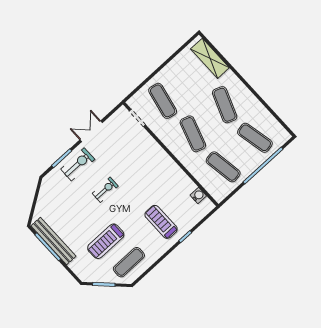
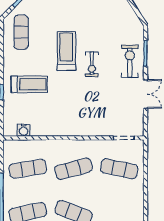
exercise mat: (193, 134) -> (73, 169), turned -33
exercise bike: (78, 164) -> (130, 61), turned 180
treadmill: (106, 241) -> (66, 51), moved

